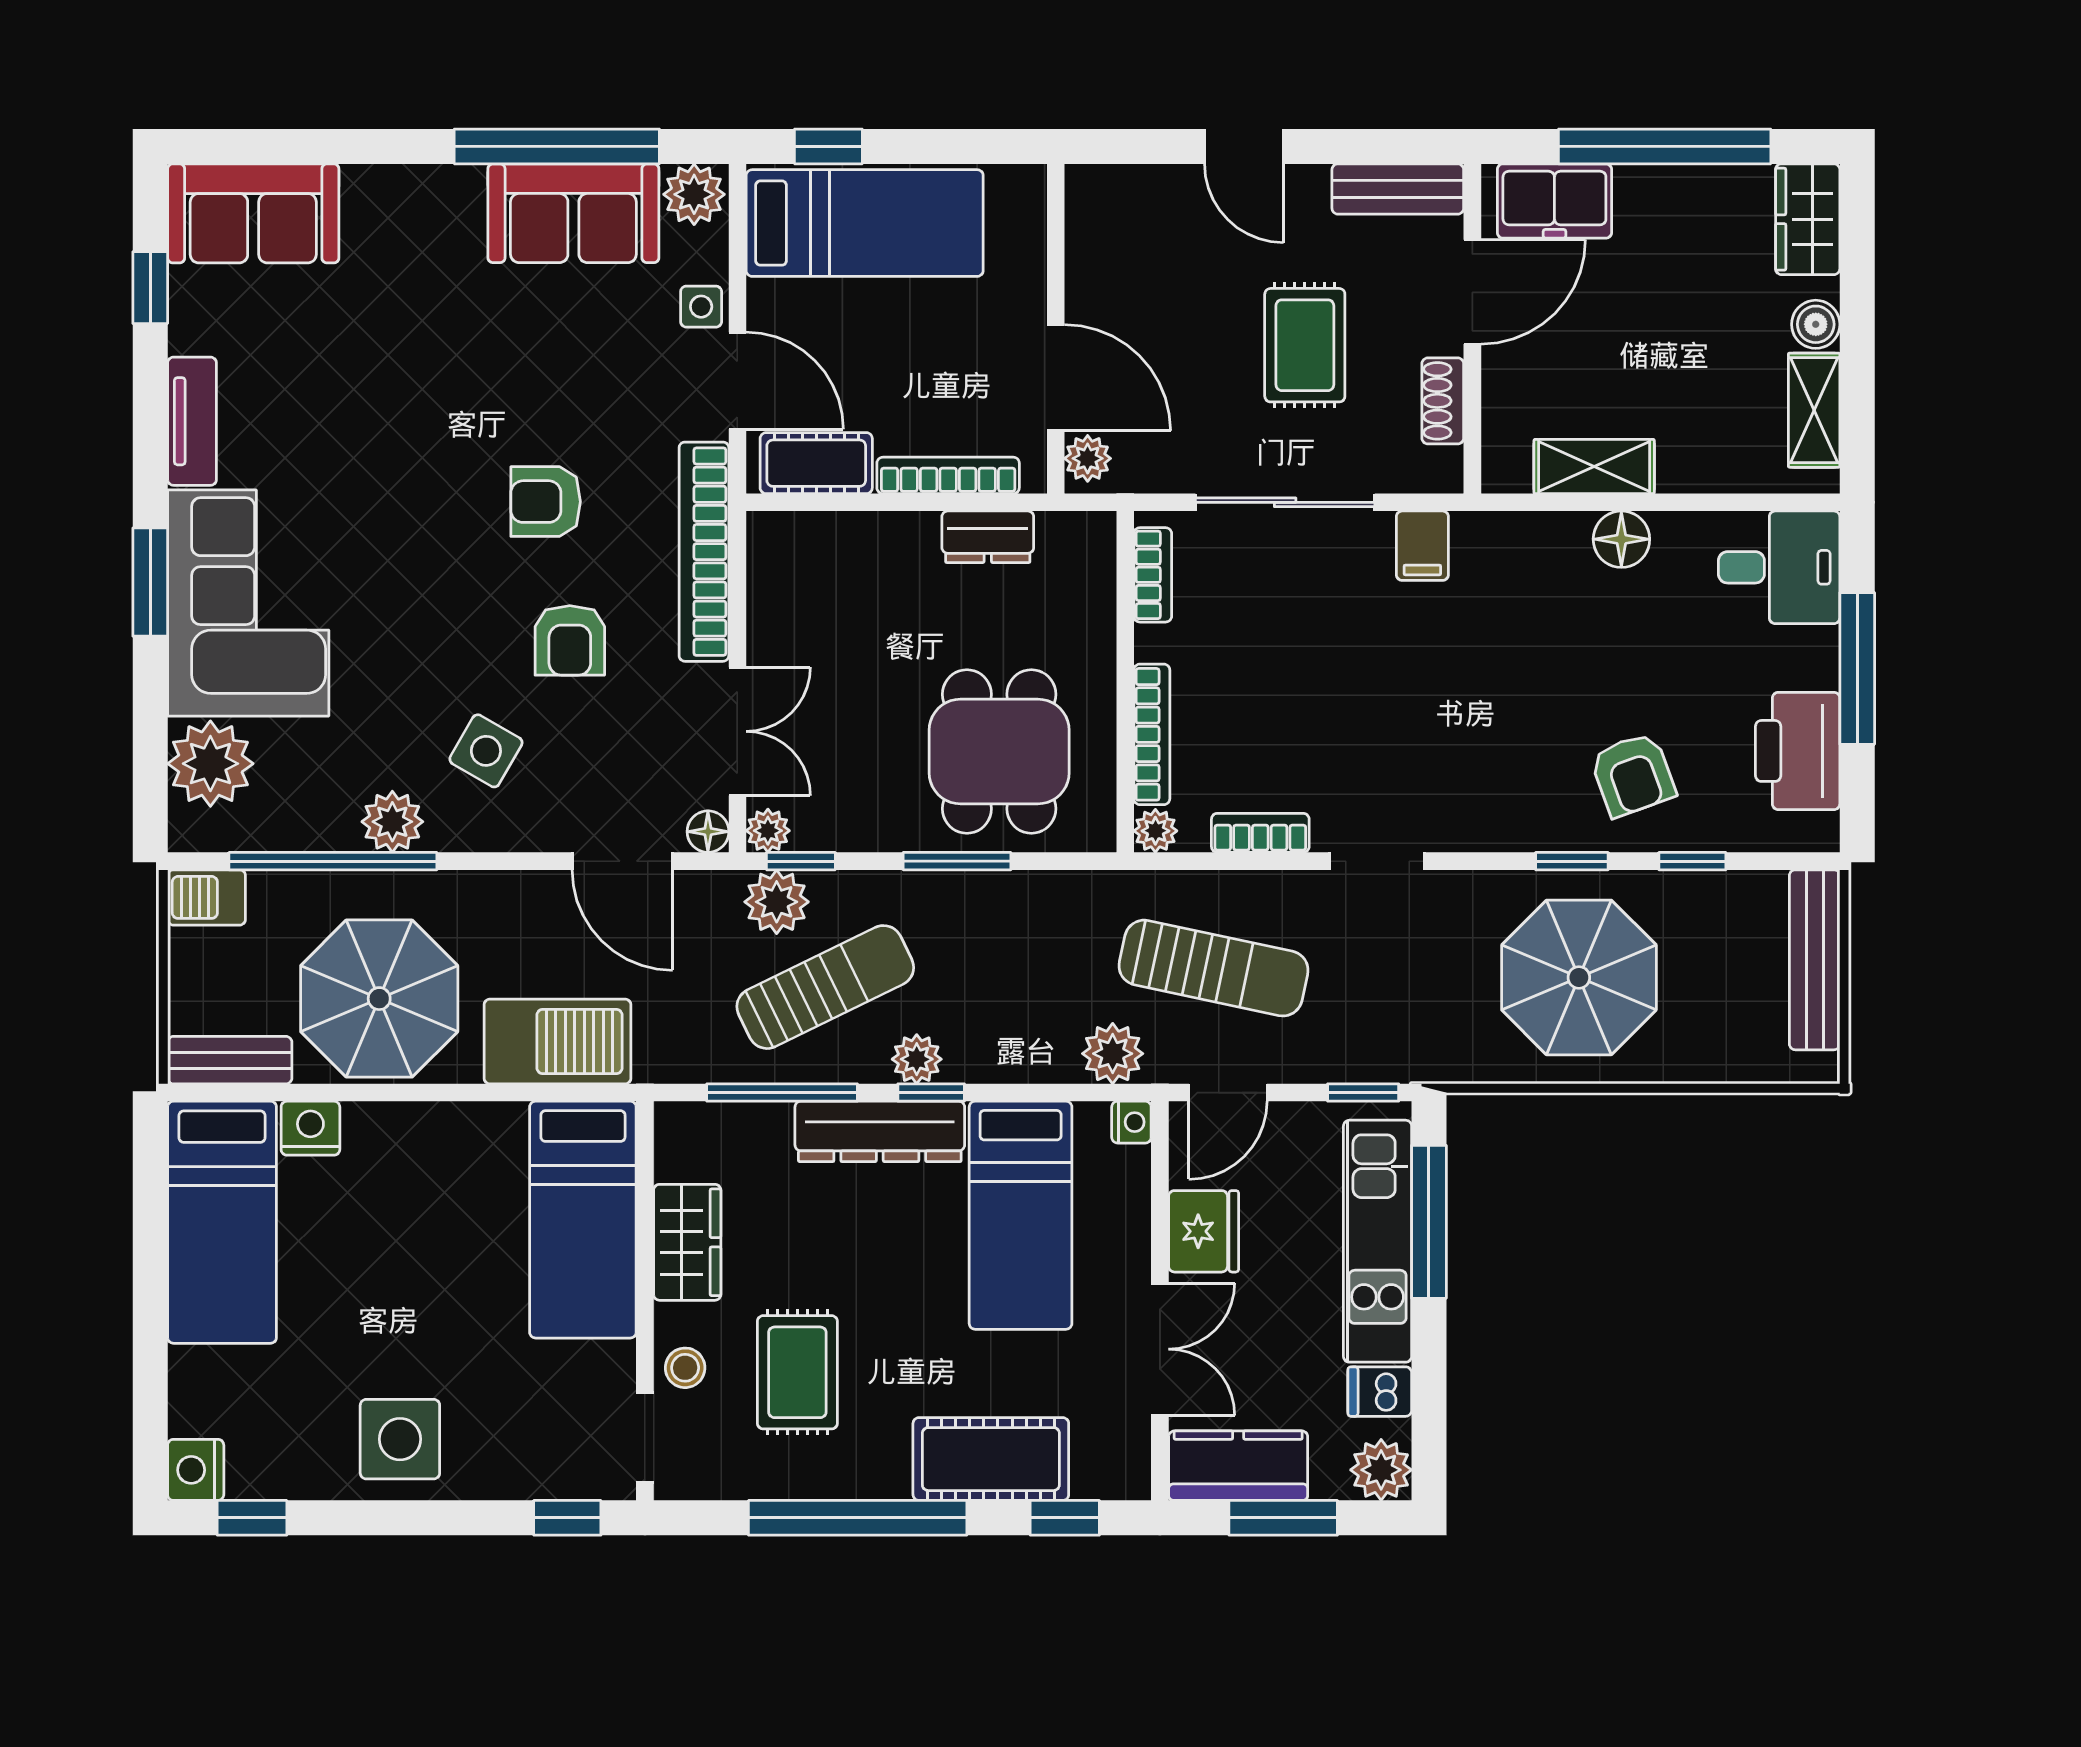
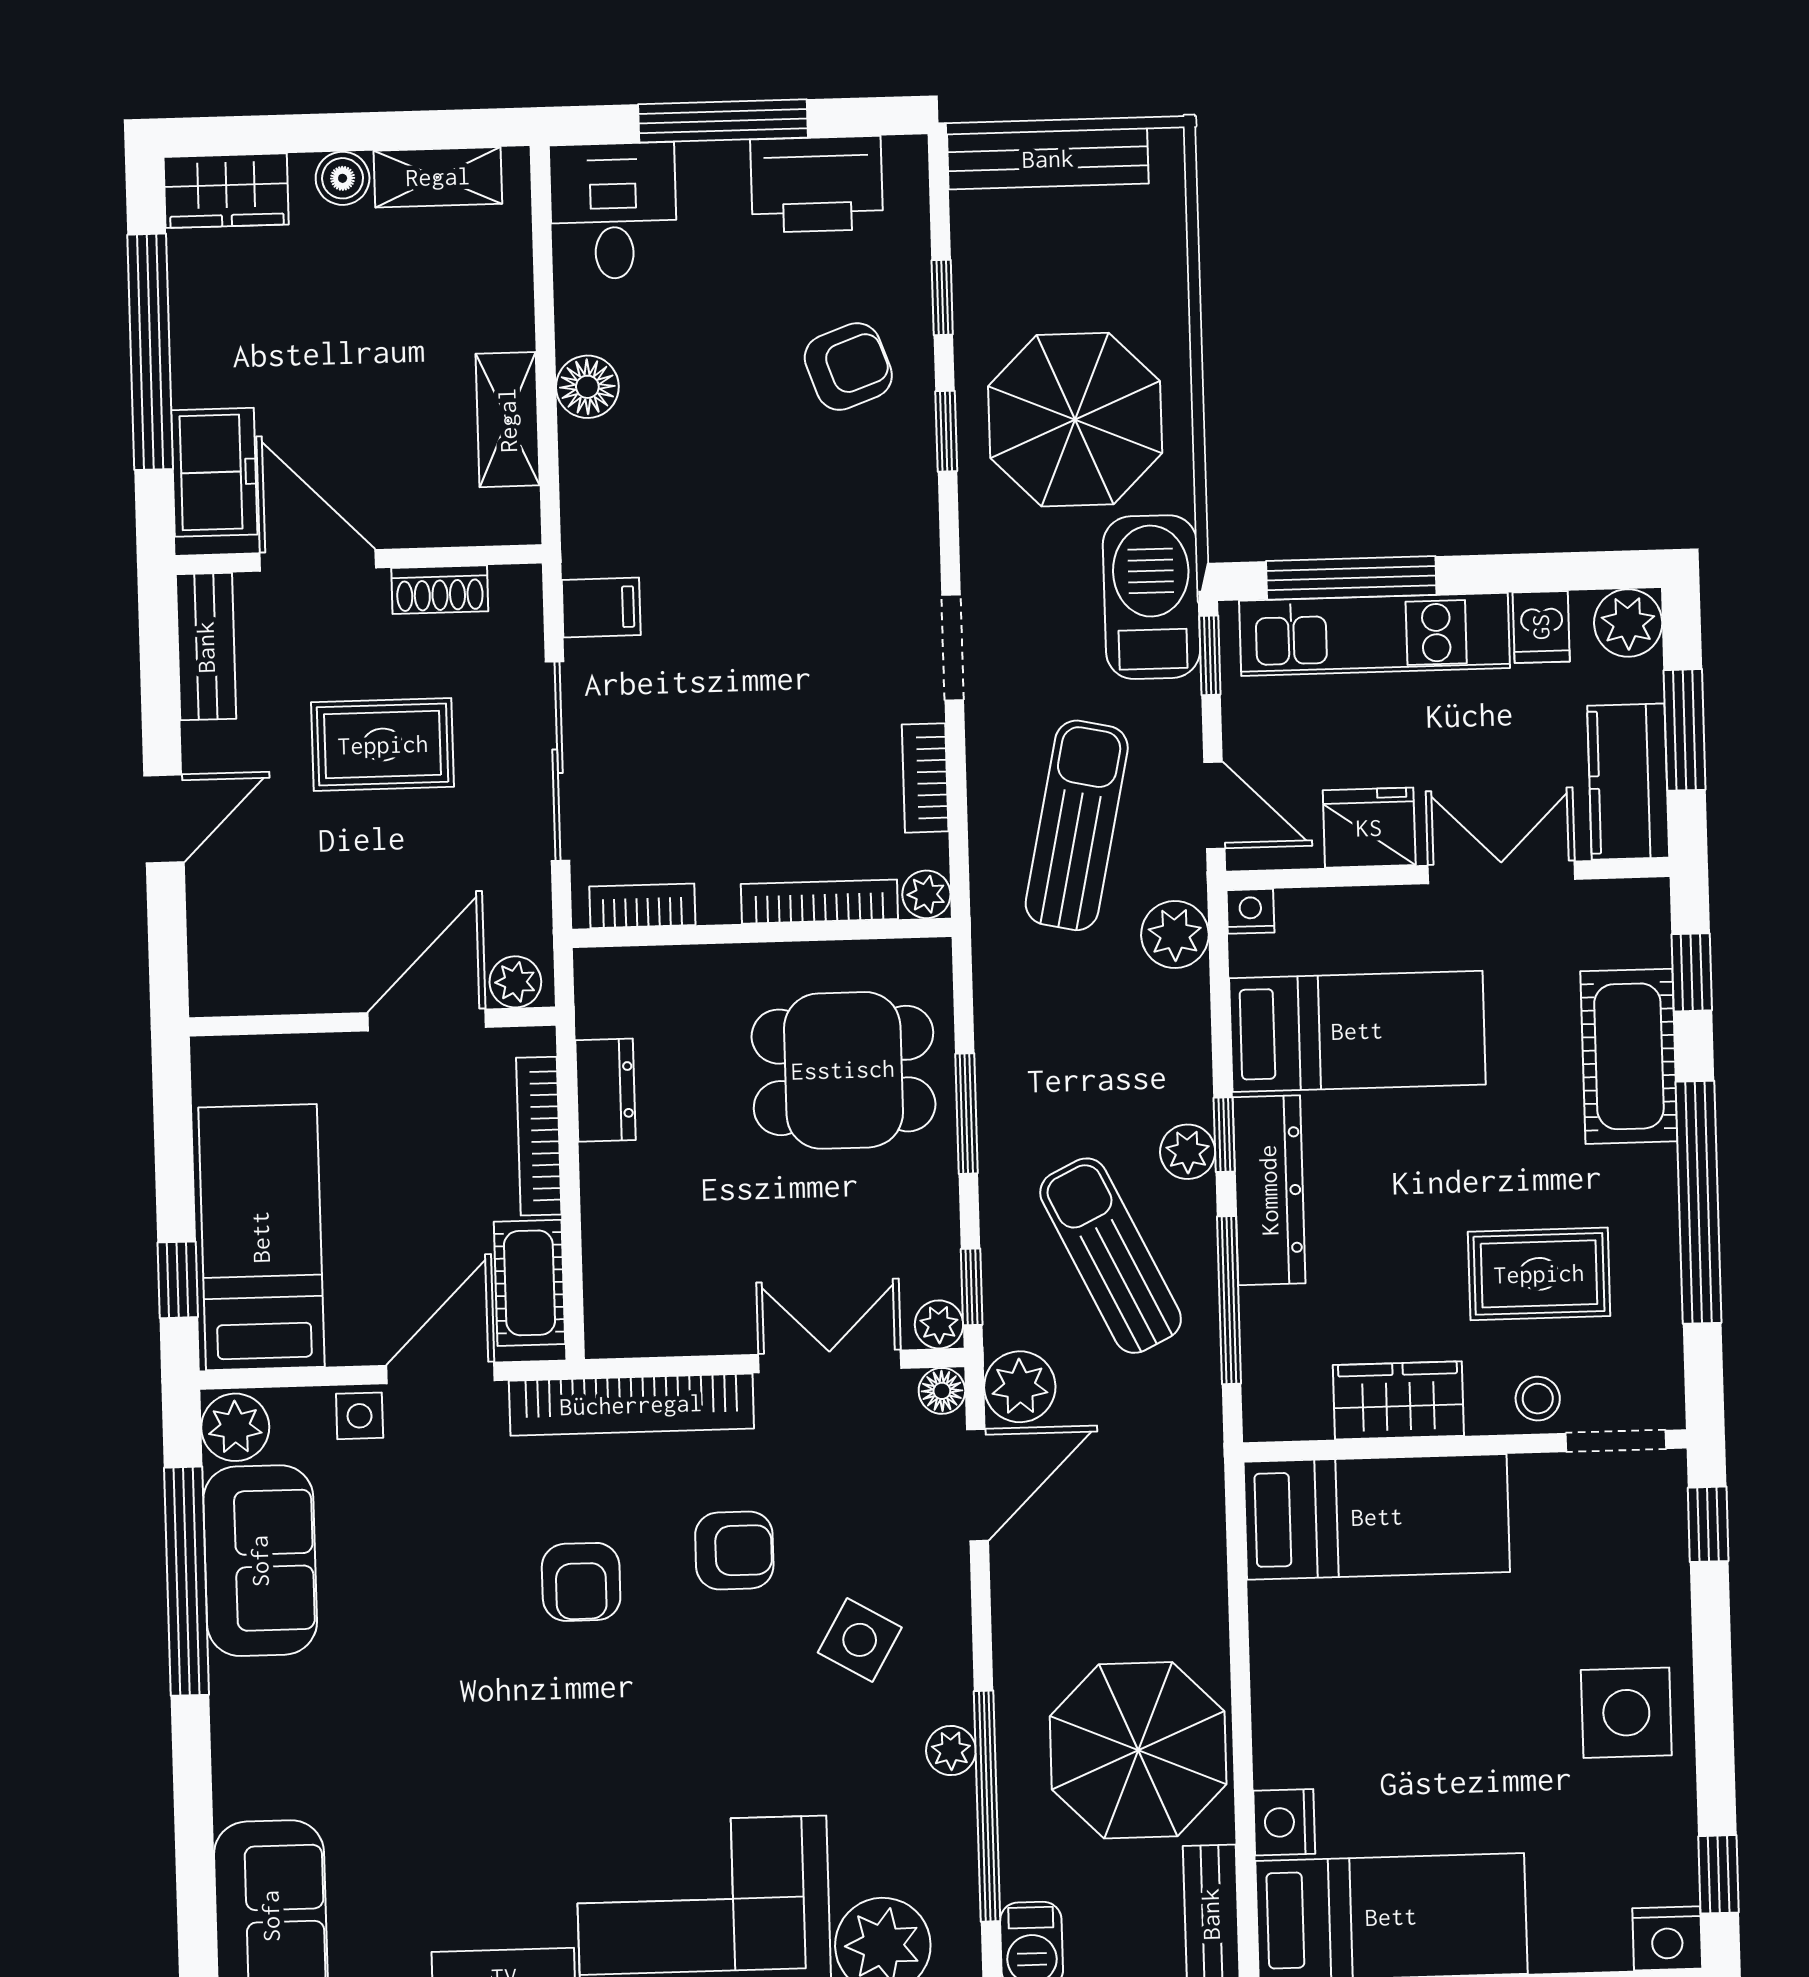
plant: (392, 822) -> (951, 1751), width x0.73, depth x0.73
plant: (777, 902) -> (1020, 1387), moved
barbecue: (557, 1041) -> (1152, 597), moved

